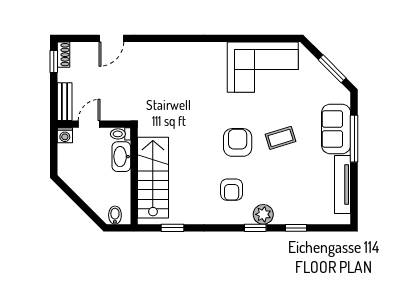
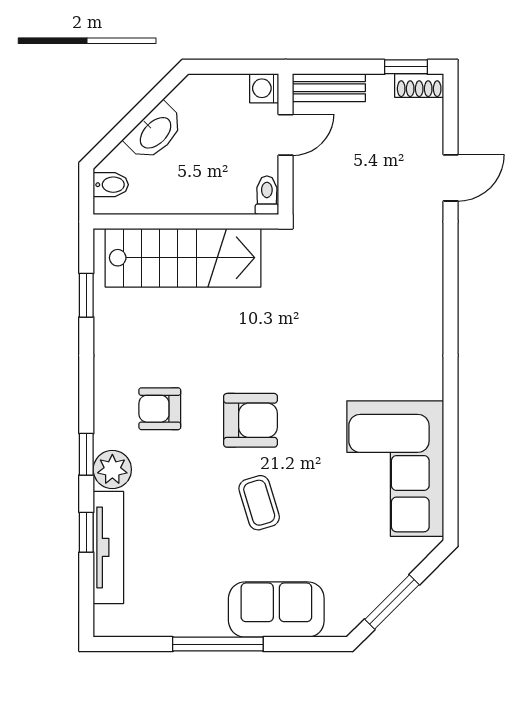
door: (111, 38) -> (451, 178), swing flipped
door: (89, 124) -> (286, 135), hinge flipped
window: (354, 139) -> (218, 644), moved
washbasin: (121, 157) -> (155, 132), moved, turned 135
tv unit: (343, 184) -> (108, 547), moved, turned 90

